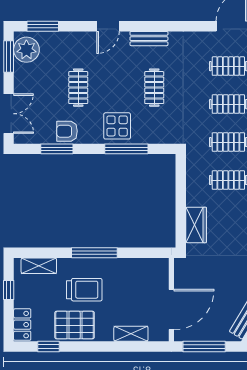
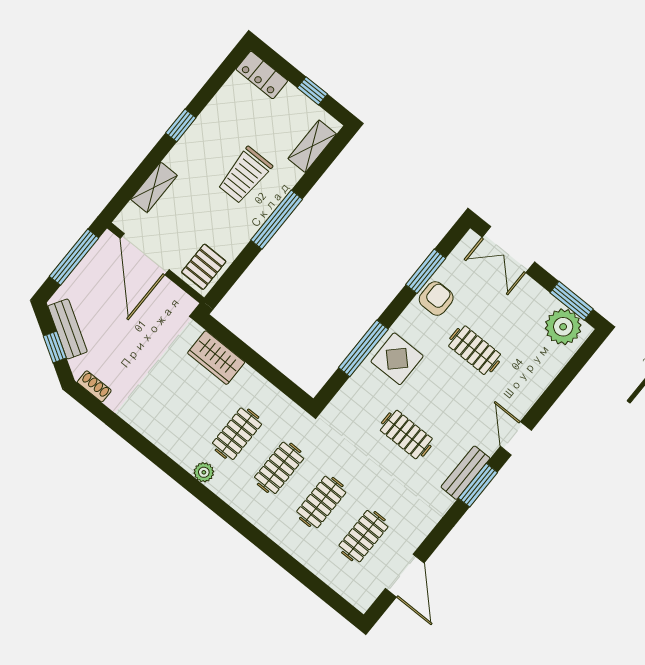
window: (43, 26) -> (478, 485), moved
pallet: (75, 325) -> (204, 267), moved, width x0.67, depth x0.71
window: (48, 346) -> (181, 125), moved

